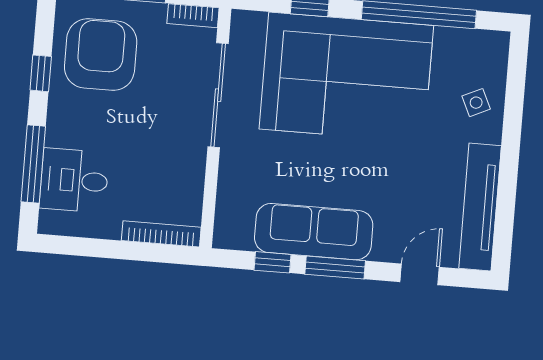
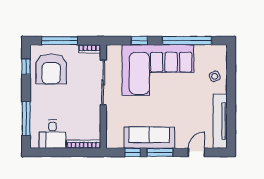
armchair: (101, 54) -> (51, 69), turned 180
window: (41, 73) -> (26, 67), moved
desk: (74, 180) -> (53, 134), moved, turned -90

